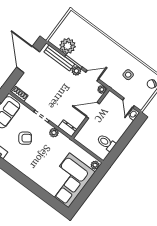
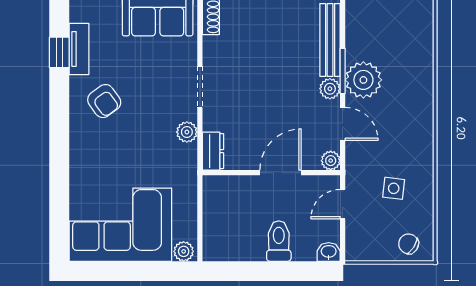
plant: (68, 46) -> (363, 80), moved
door: (128, 103) -> (343, 204), moved
door: (93, 110) -> (281, 173), hinge flipped
armchair: (25, 138) -> (104, 101), moved
toilet: (106, 143) -> (279, 241), moved

